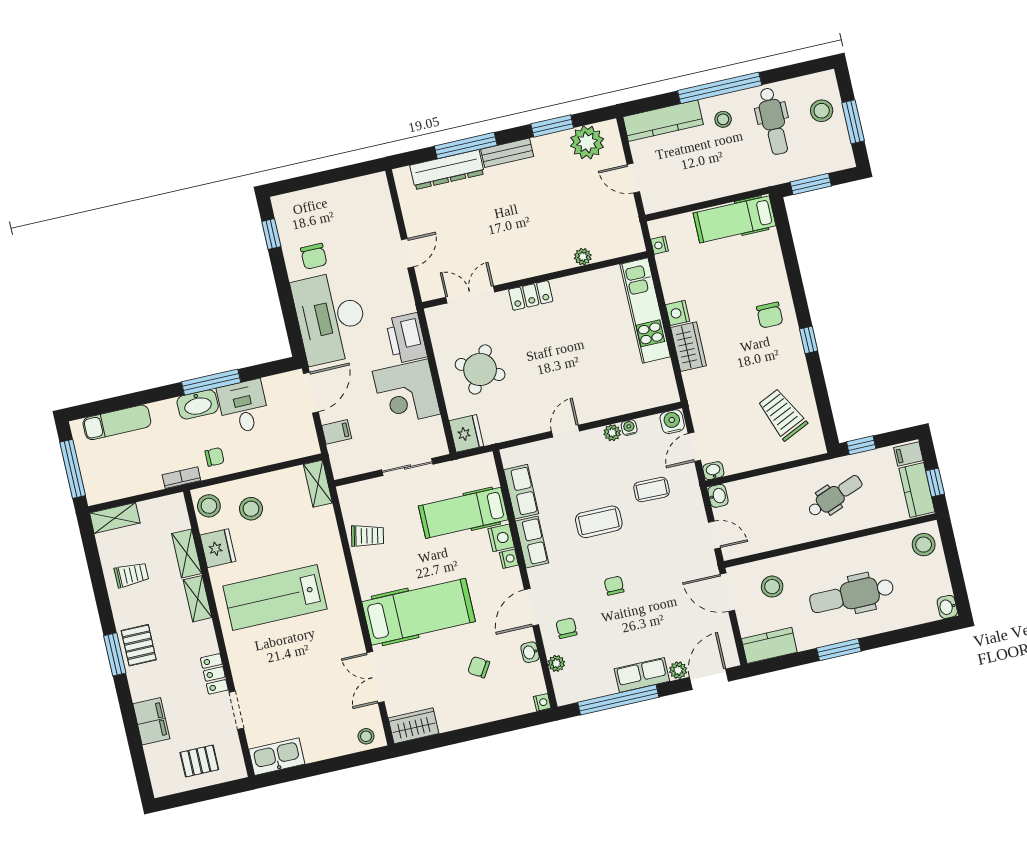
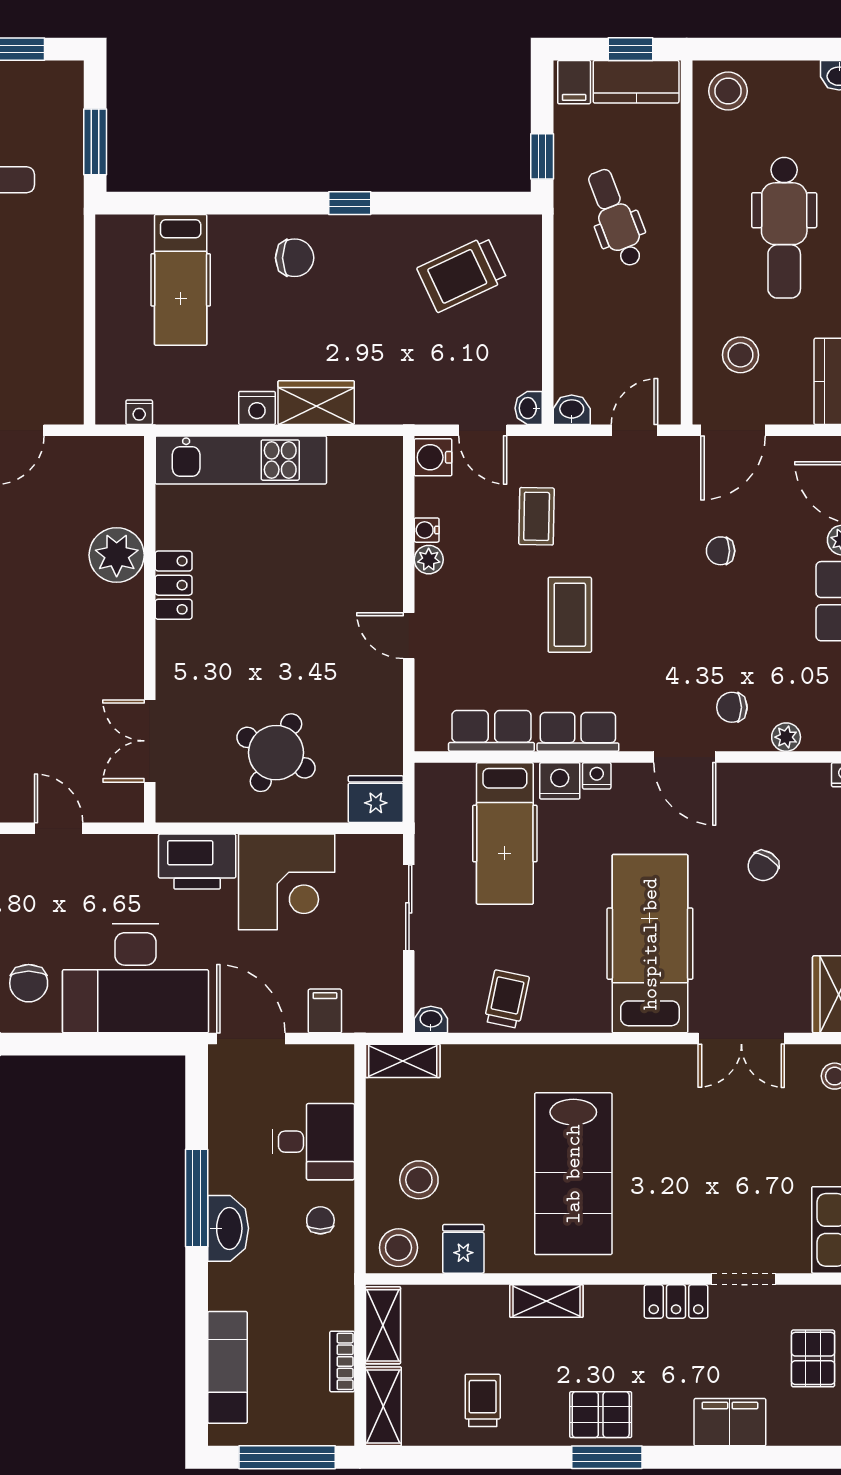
hospital bed: (734, 219) -> (181, 280), moved
chair: (314, 256) -> (29, 983), turned 90
plant: (583, 257) -> (117, 555), width x1.88, depth x1.88
locker: (531, 295) -> (174, 585), moved
desk: (243, 407) -> (313, 1142), moved, turned 180
bookcase: (181, 478) -> (342, 1361), moved
fridge: (218, 548) -> (463, 1249), width x0.72
shelving: (187, 554) -> (383, 1325), moved, turned 90
chair: (614, 586) -> (721, 551), moved
washbasin: (530, 652) -> (431, 1020), moved, turned 180

